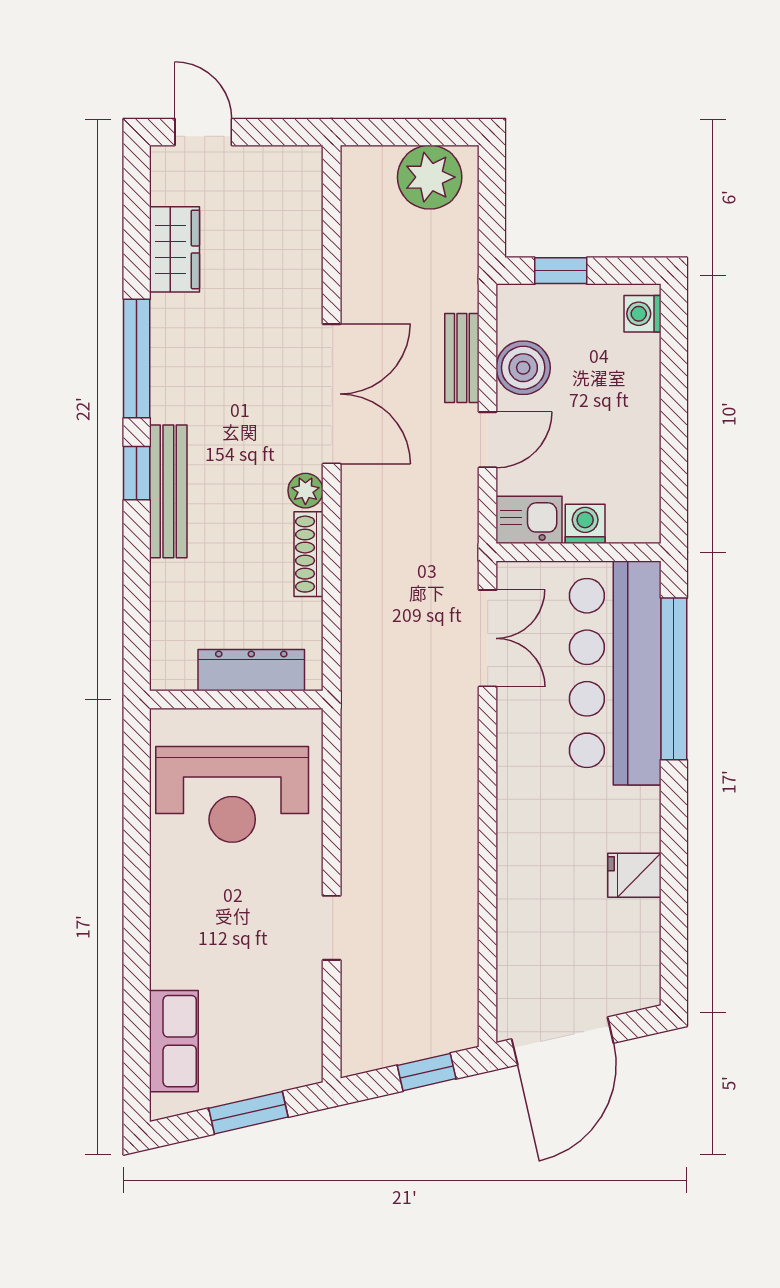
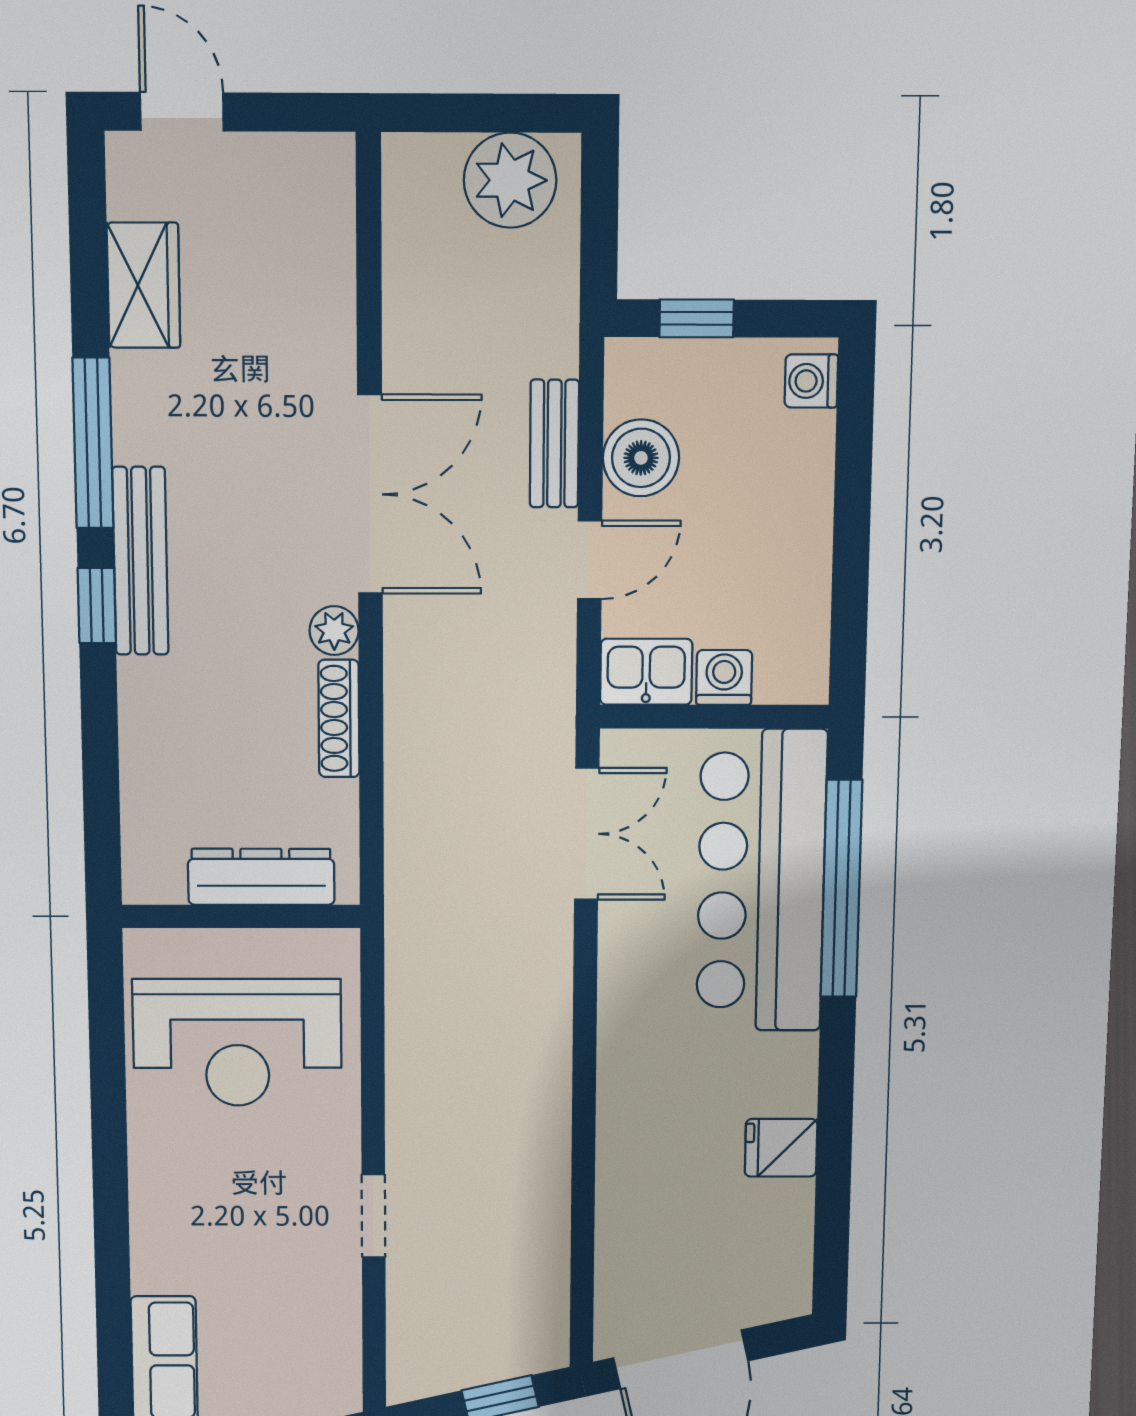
bench: (168, 491) -> (140, 561), moved

